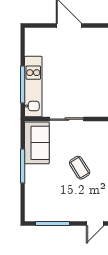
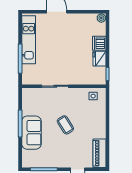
kitchen unit: (33, 87) -> (29, 40), moved
sofa: (37, 143) -> (31, 133), moved

